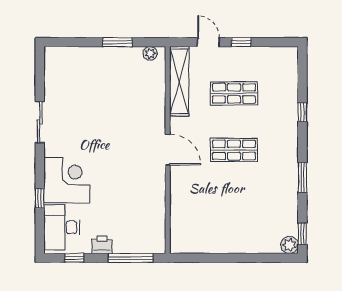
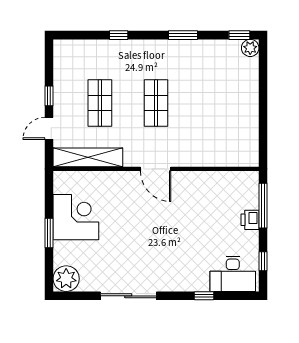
window: (117, 42) -> (49, 233), moved
plant: (150, 53) -> (66, 279), moved, width x1.88, depth x1.88
sliding door: (40, 122) -> (128, 296), width x1.37
door: (168, 150) -> (156, 169), swing flipped
corner desk: (67, 180) -> (76, 217), moved, turned 90
printer: (102, 245) -> (250, 220), moved

